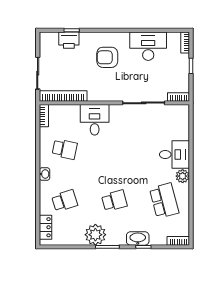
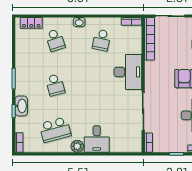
desk: (95, 120) -> (128, 72), width x1.37
plant: (95, 235) -> (25, 68), removed

